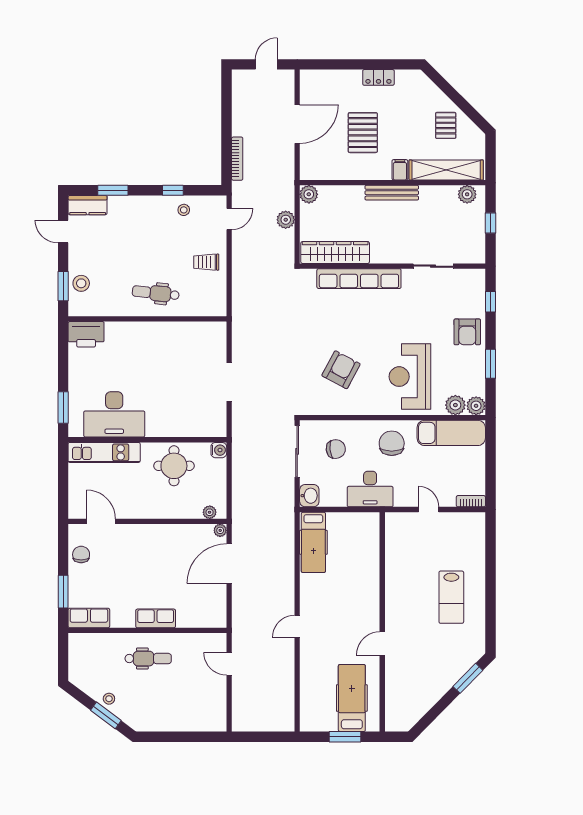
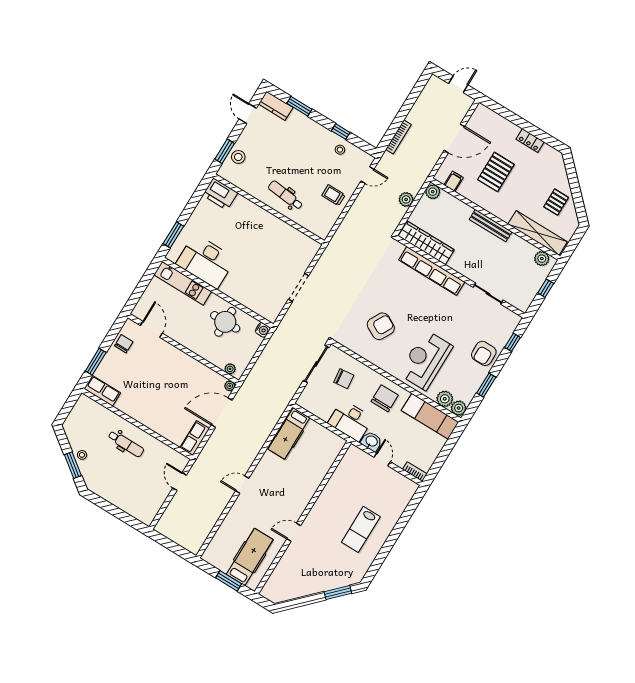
filing cabinet: (400, 170) -> (454, 181), moved
washbasin: (309, 496) -> (371, 441), moved, turned -90
row of seats: (156, 618) -> (195, 438), moved, turned -90

